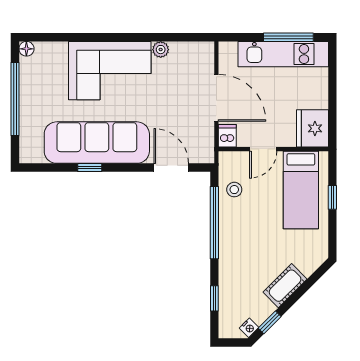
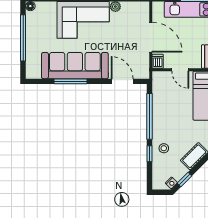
door: (263, 149) -> (180, 70), hinge flipped
window: (90, 167) -> (70, 81), width x2.17
stool: (234, 190) -> (164, 148), moved
window: (214, 298) -> (149, 154), moved

